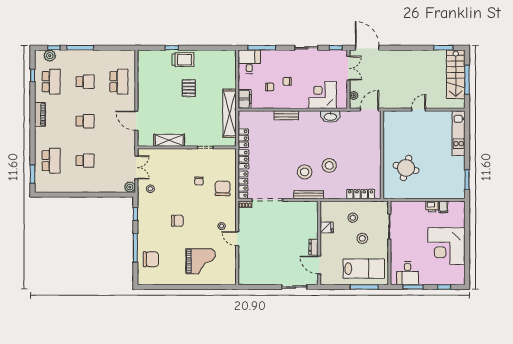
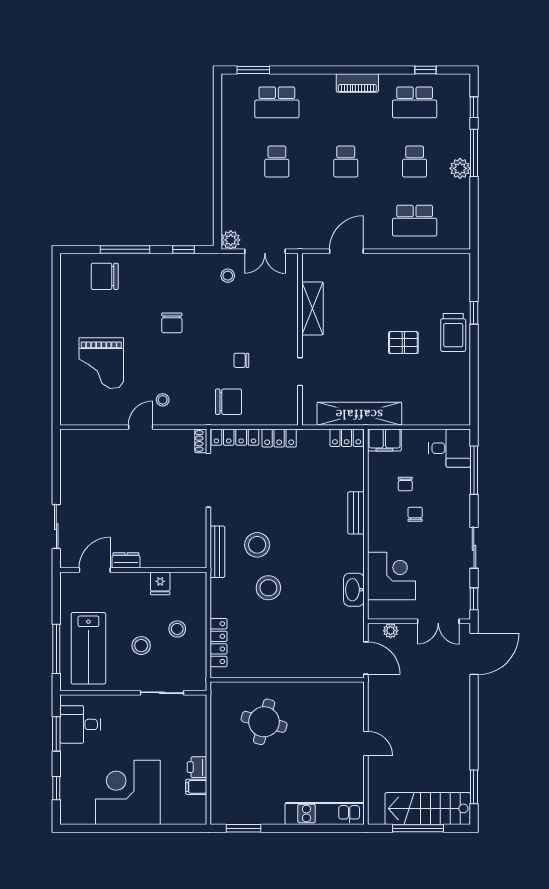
plant: (50, 56) -> (460, 168), moved
locker: (243, 138) -> (347, 438), moved
chair: (151, 259) -> (105, 276), turned 90

